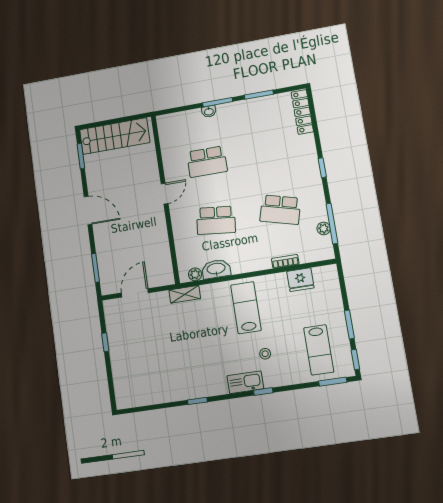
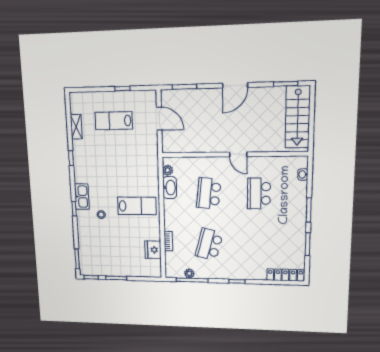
washbasin: (209, 111) -> (303, 174), moved
shelving: (185, 294) -> (76, 127), moved
lab bench: (319, 350) -> (114, 121), moved

